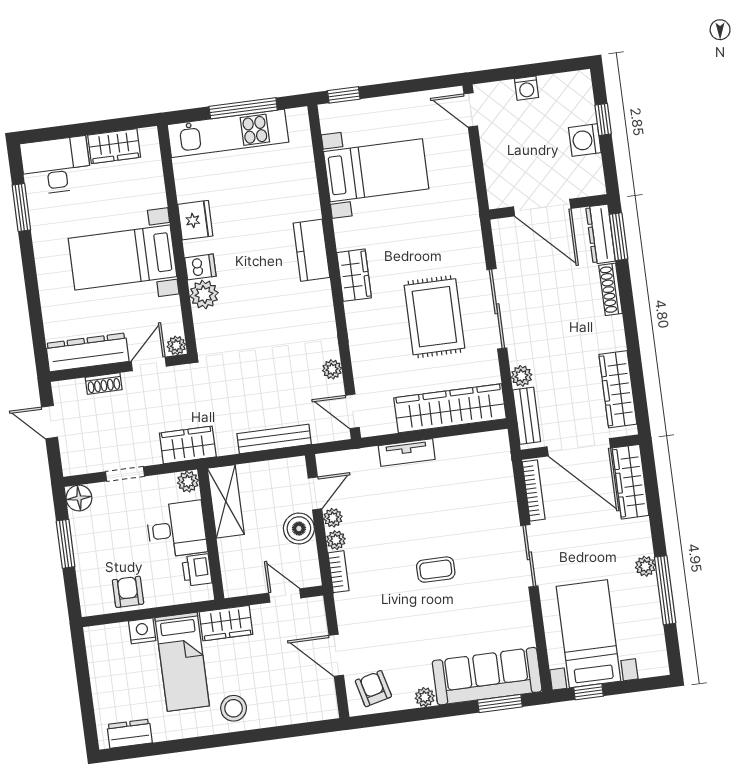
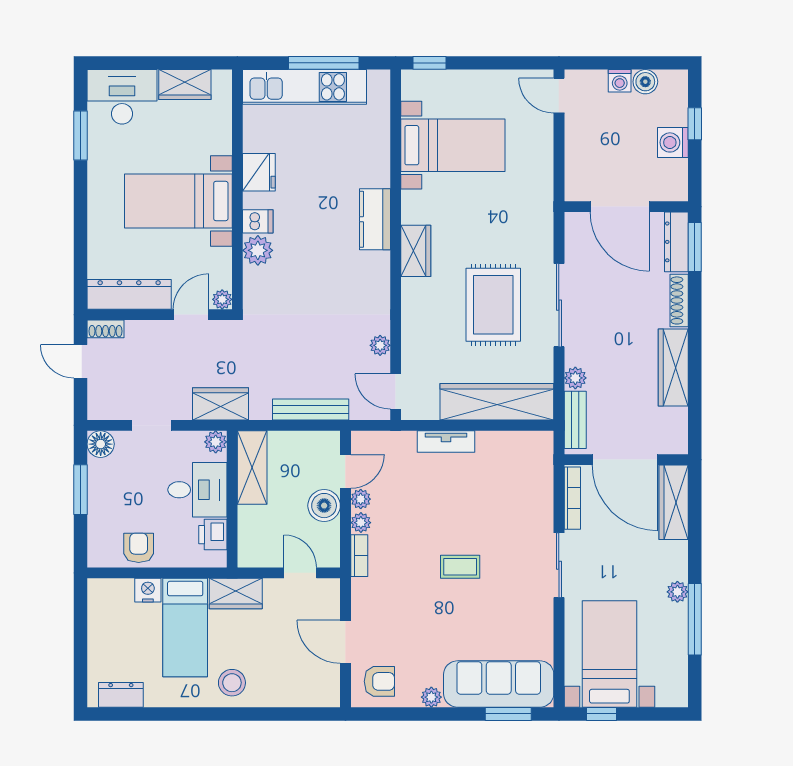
boiler: (551, 86) -> (645, 82), added
shoe rack: (104, 383) -> (106, 329), moved
wardrobe: (618, 389) -> (673, 368), moved
armchair: (373, 689) -> (379, 681), turned 104

